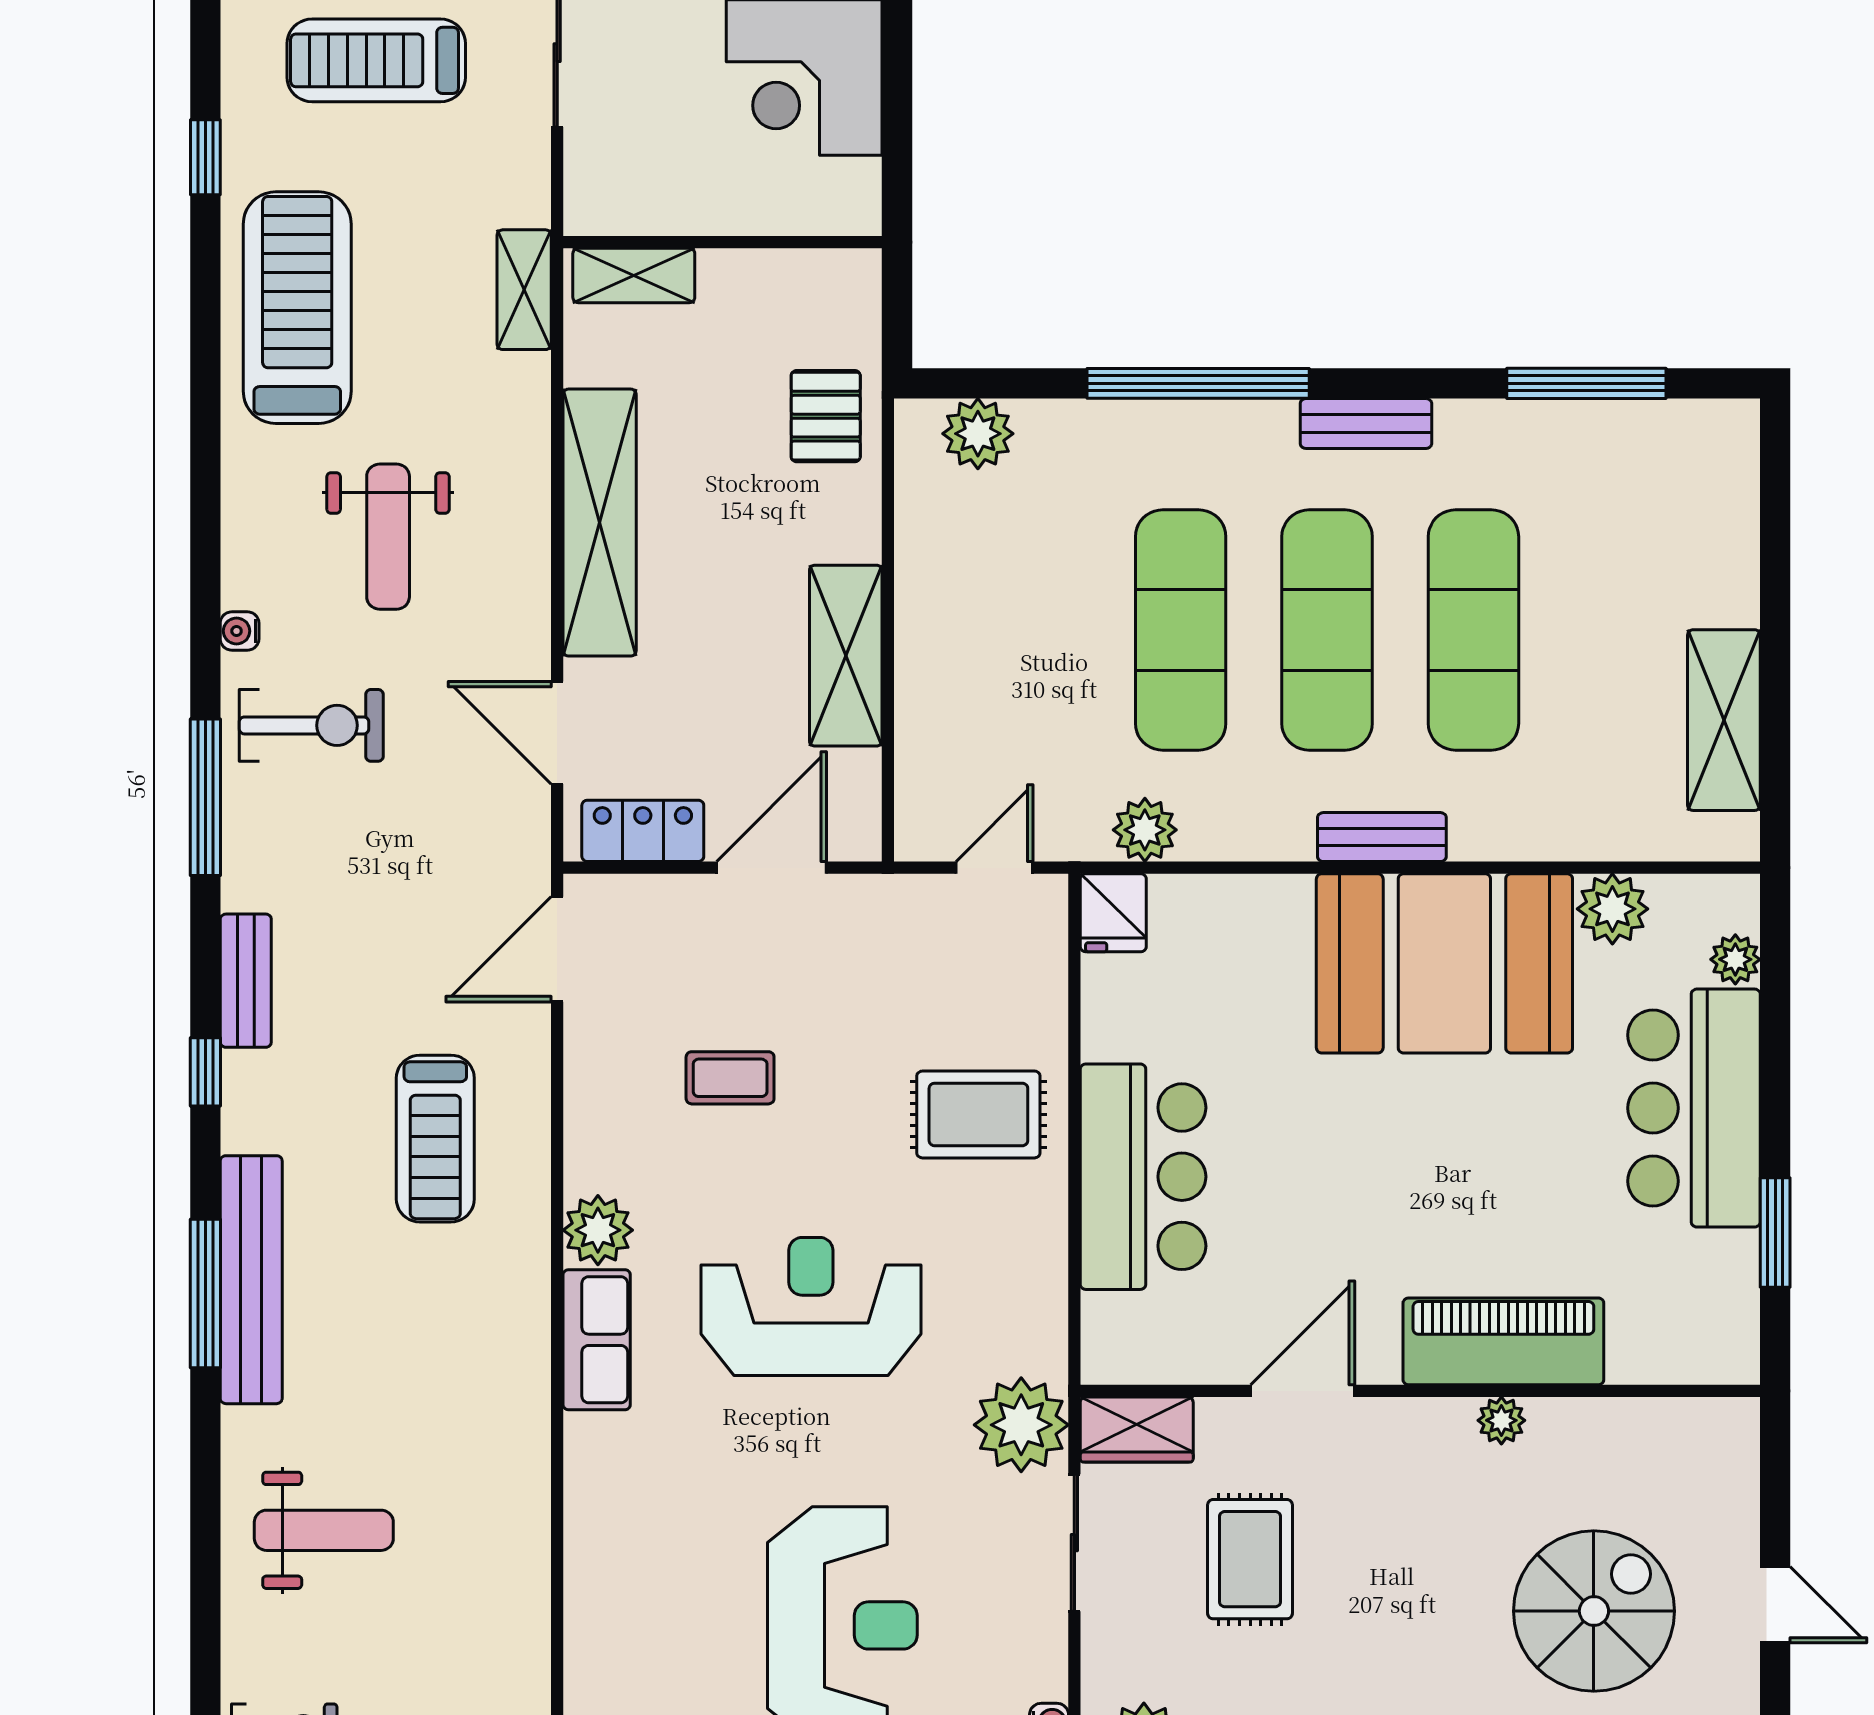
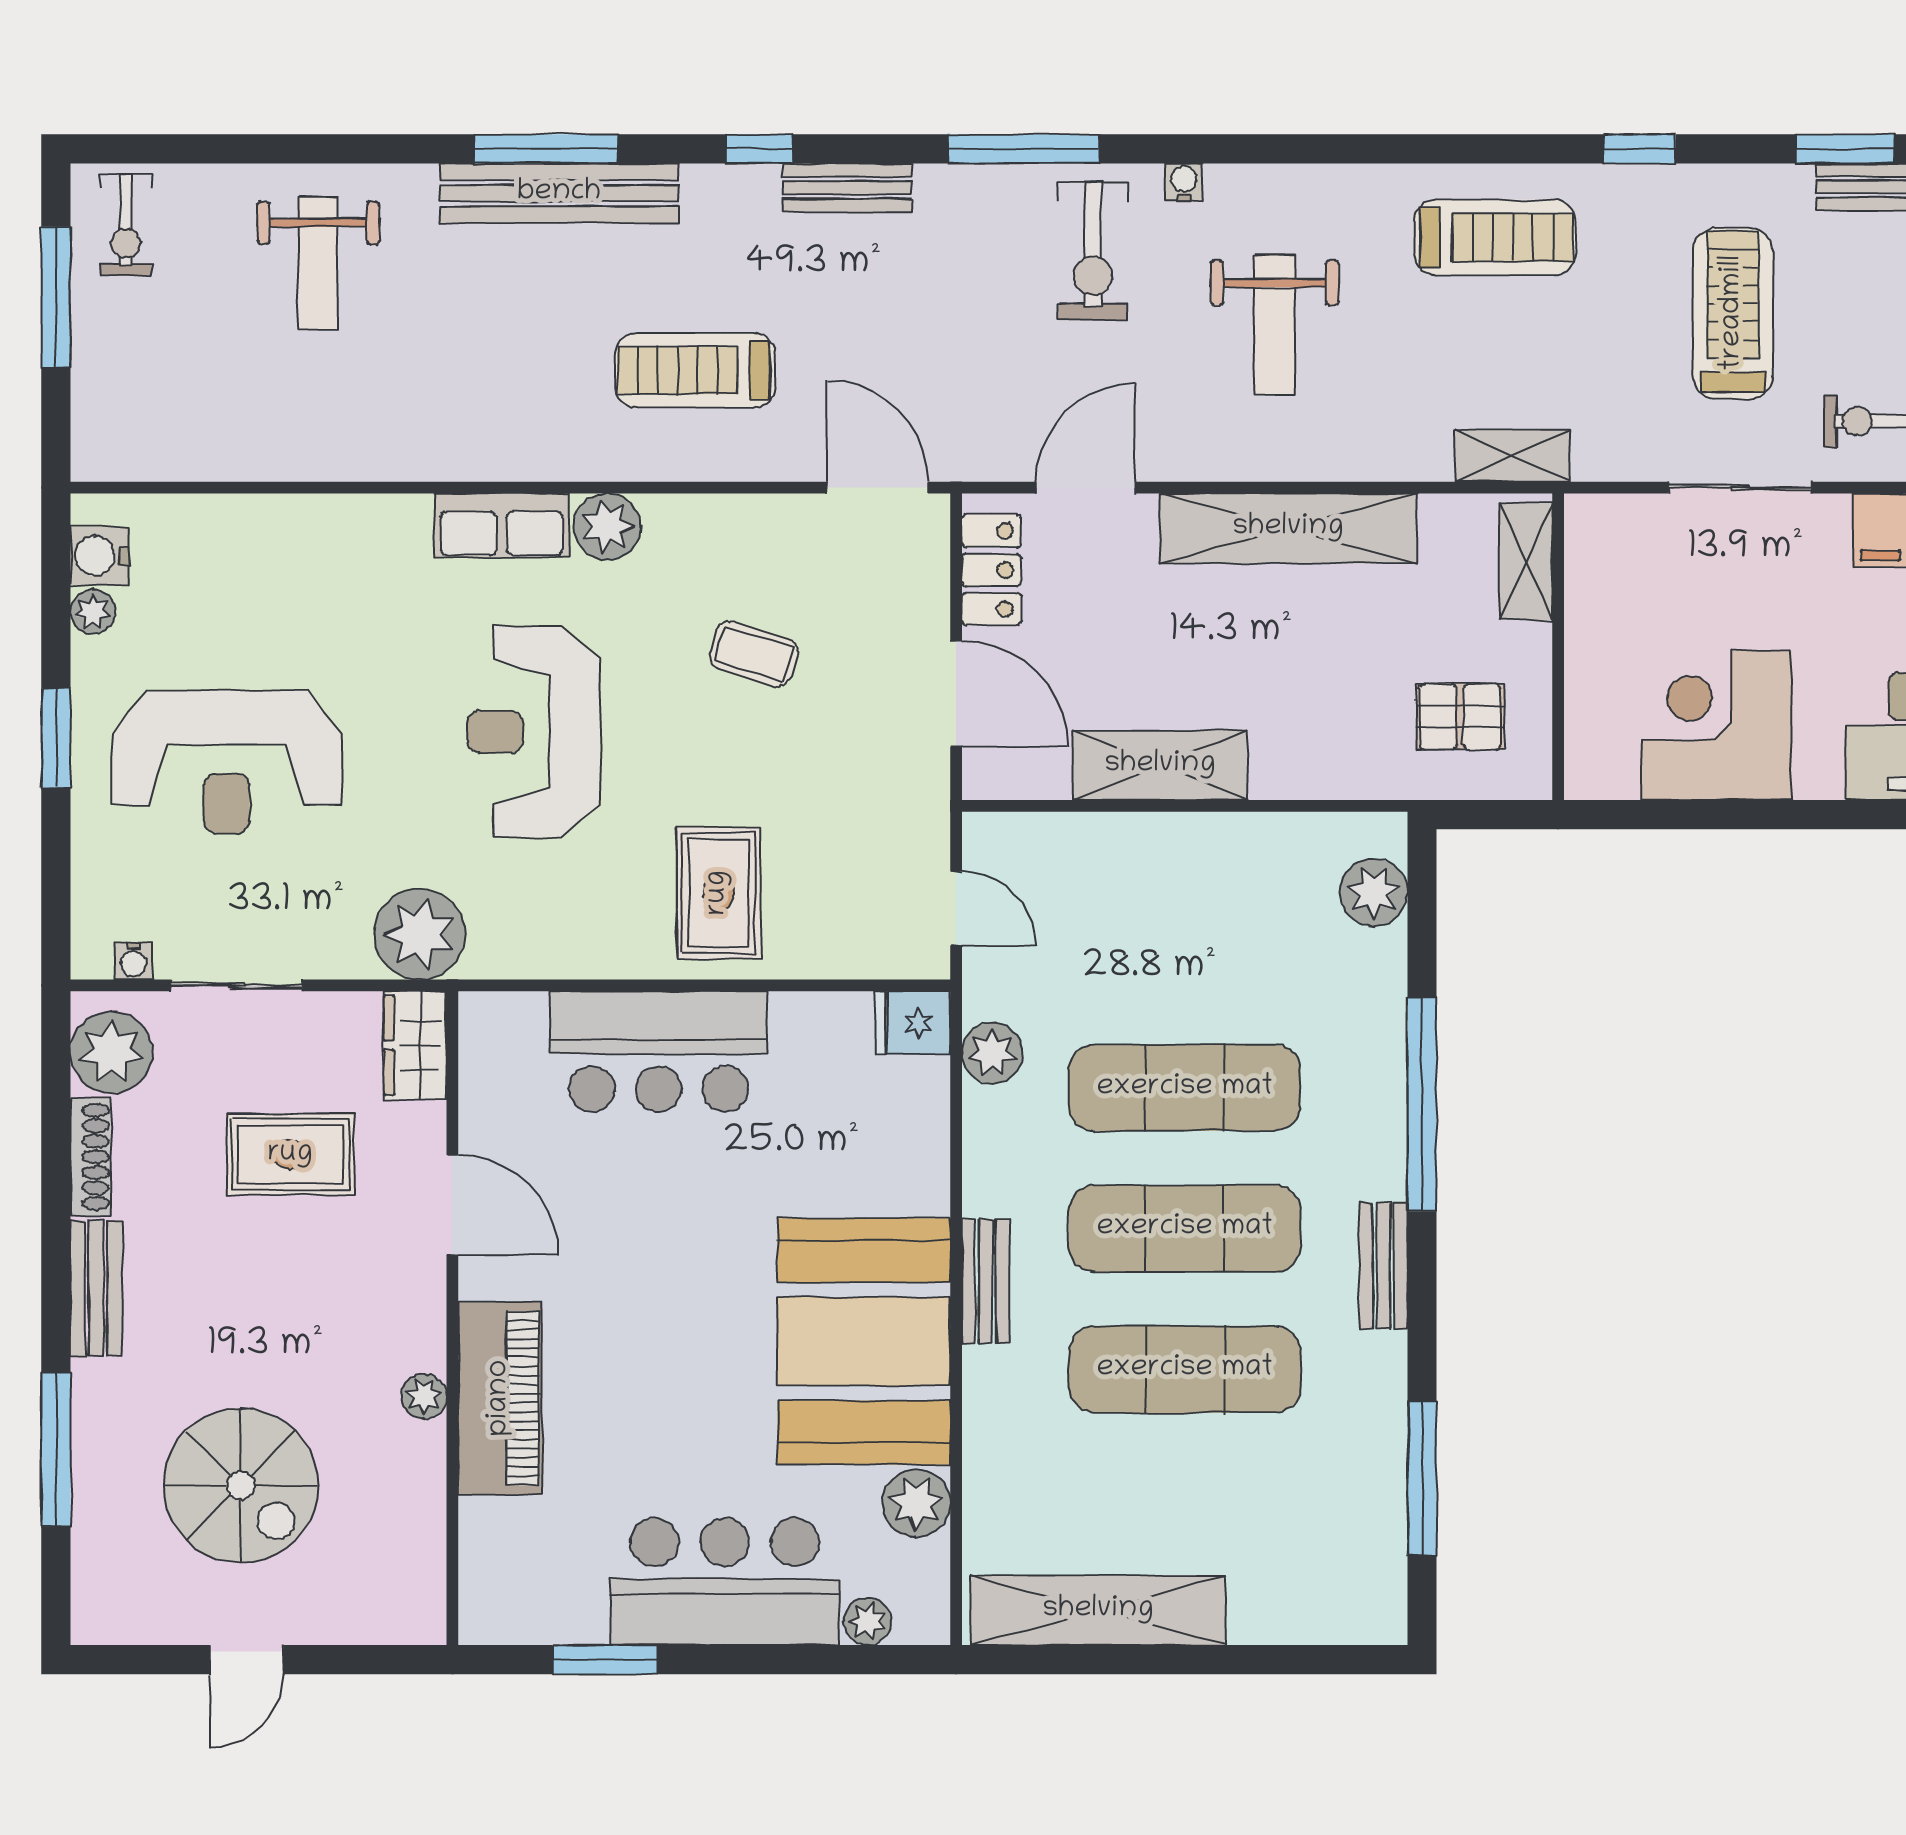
treadmill: (297, 308) -> (1495, 237), width x0.73, depth x0.73
pallet: (826, 416) -> (1460, 717), moved
weight bench: (388, 537) -> (1275, 325), turned -90
shelving: (1724, 720) -> (1098, 1610), width x1.47
coffee table: (730, 1078) -> (754, 654), turned -72
reception desk: (811, 1306) -> (534, 732), turned 180
sliding door: (1074, 1543) -> (237, 985), moved

